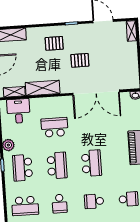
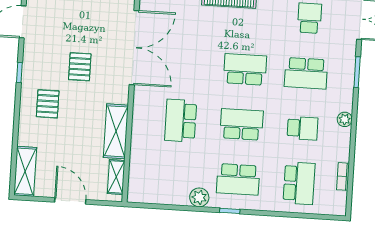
desk: (19, 111) -> (147, 174), removed
school desk: (94, 201) -> (306, 73), width x1.85

